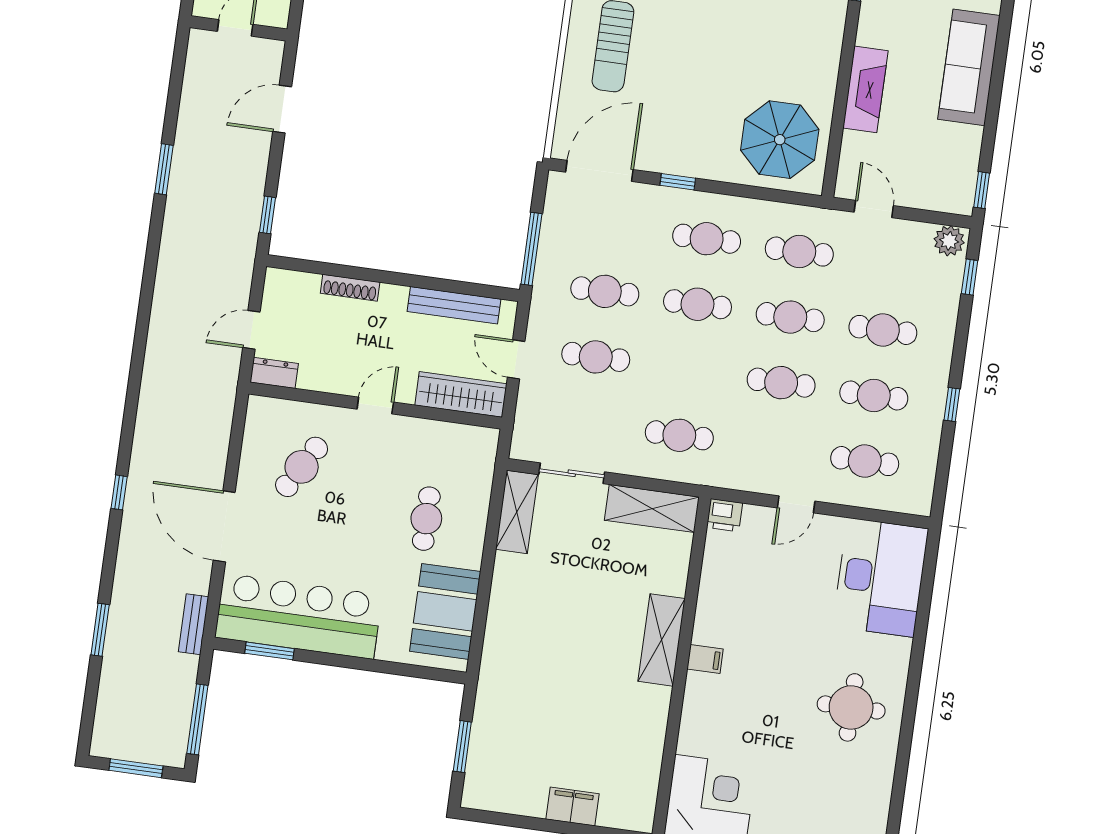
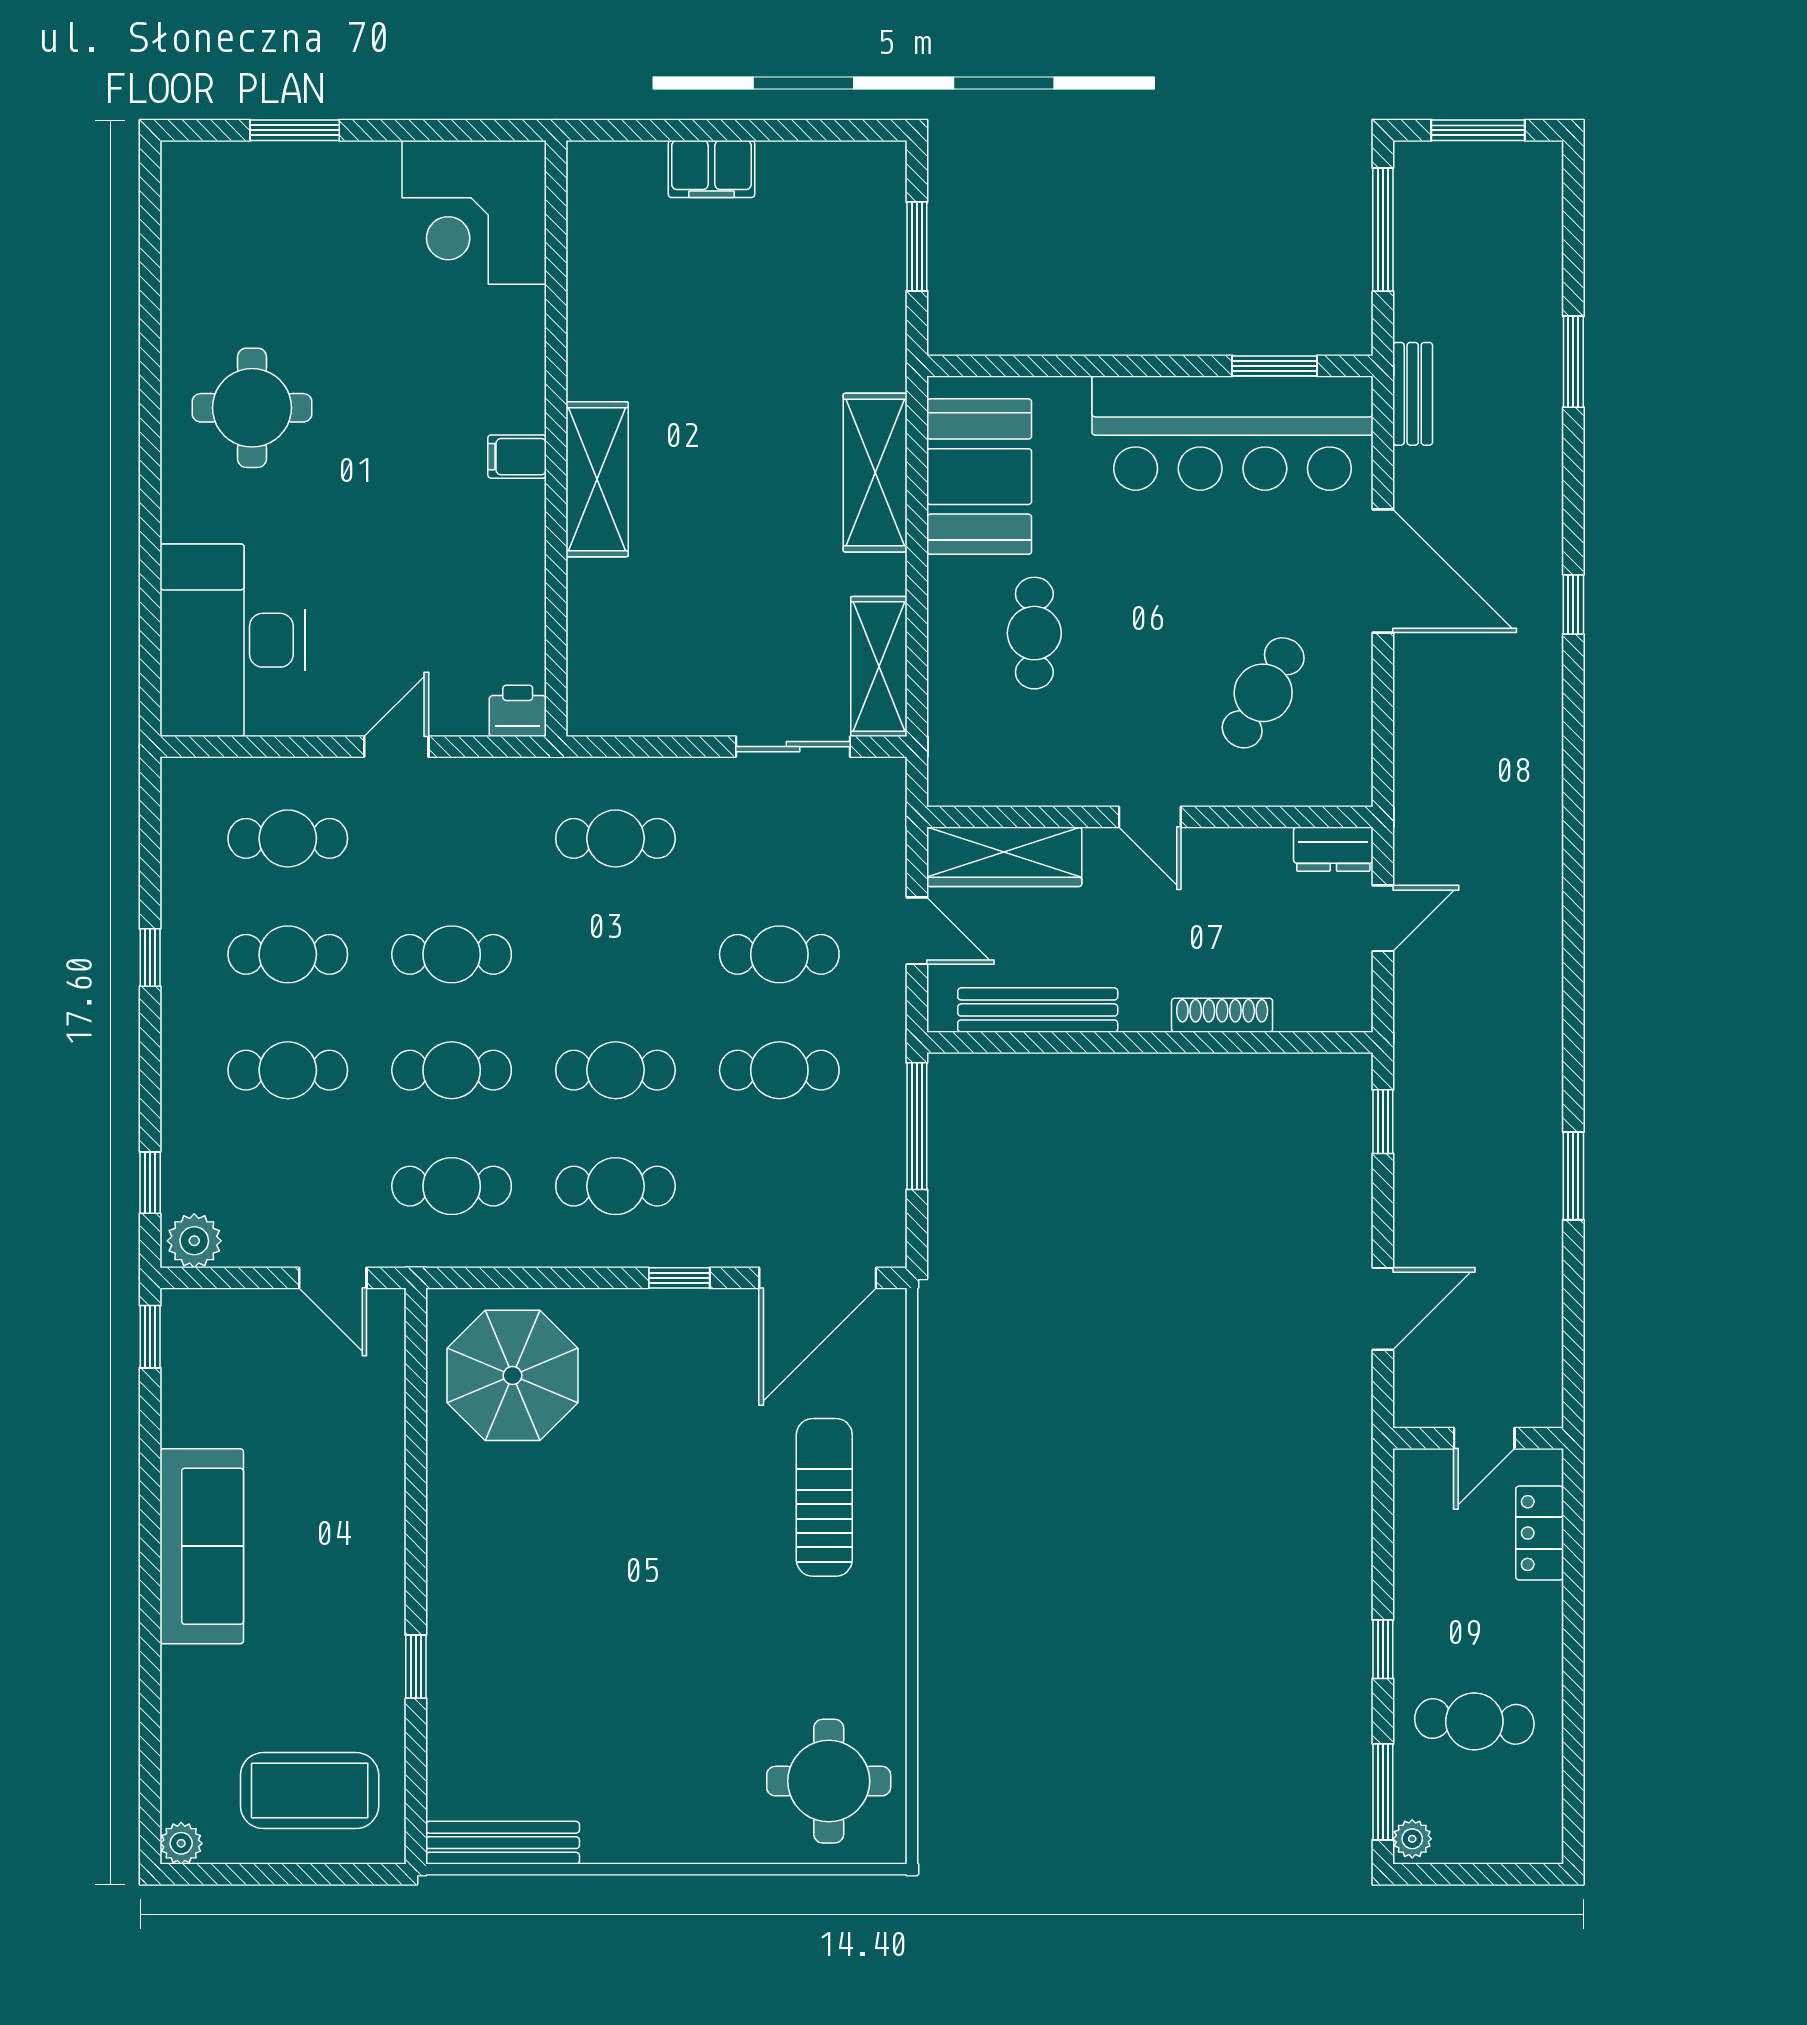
fireplace: (865, 89) -> (376, 1483), removed
door: (375, 406) -> (1150, 817), hinge flipped
shelving: (652, 509) -> (875, 473), moved, turned 90

